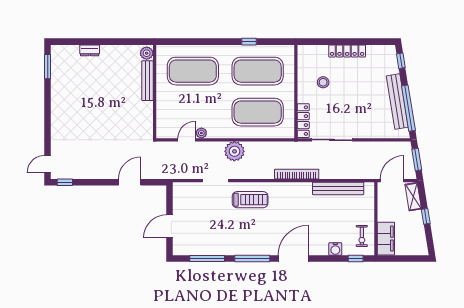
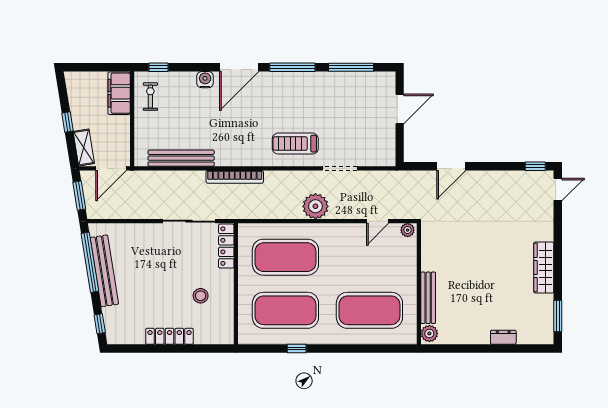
wardrobe: (58, 104) -> (544, 267), added
plant: (201, 133) -> (408, 230), moved
water cooler: (335, 249) -> (205, 80), moved

